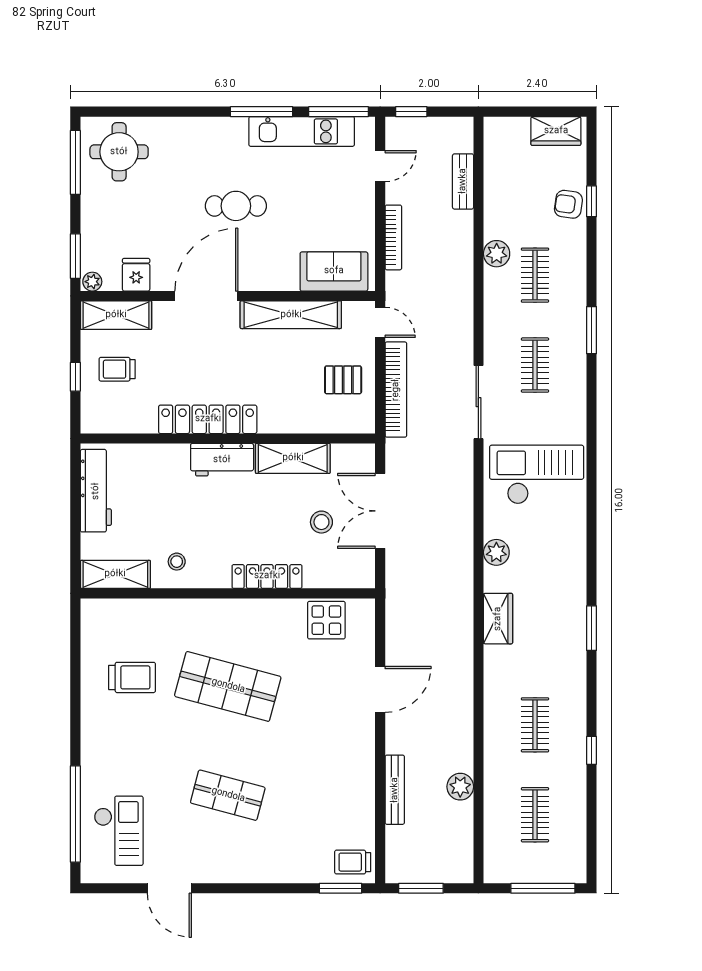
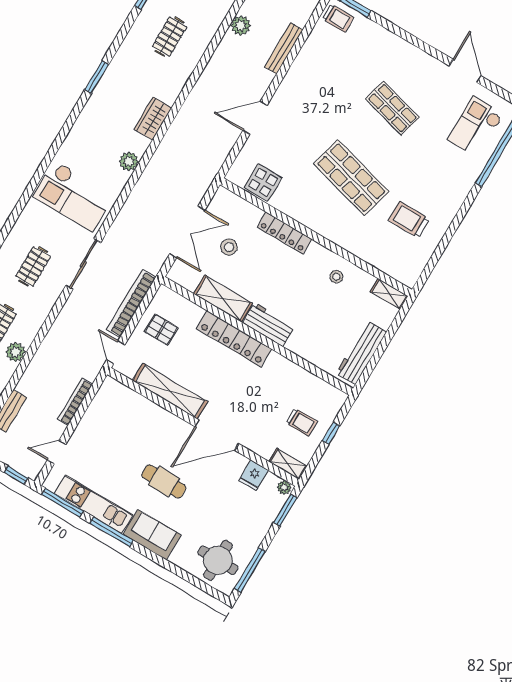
sofa: (334, 271) -> (152, 535), moved, turned 180
shelving: (116, 315) -> (288, 464), width x0.67, depth x0.75
locker: (208, 419) -> (234, 339), moved
shelving: (115, 574) -> (389, 294), width x0.67, depth x0.75

